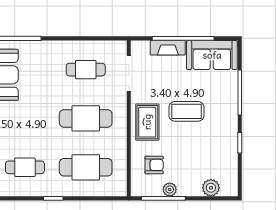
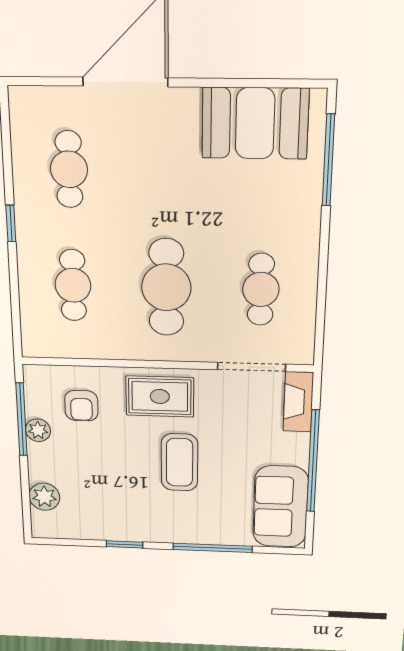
fireplace: (168, 48) -> (298, 402), moved
cafe table: (86, 167) -> (73, 285), width x0.73, depth x0.74

